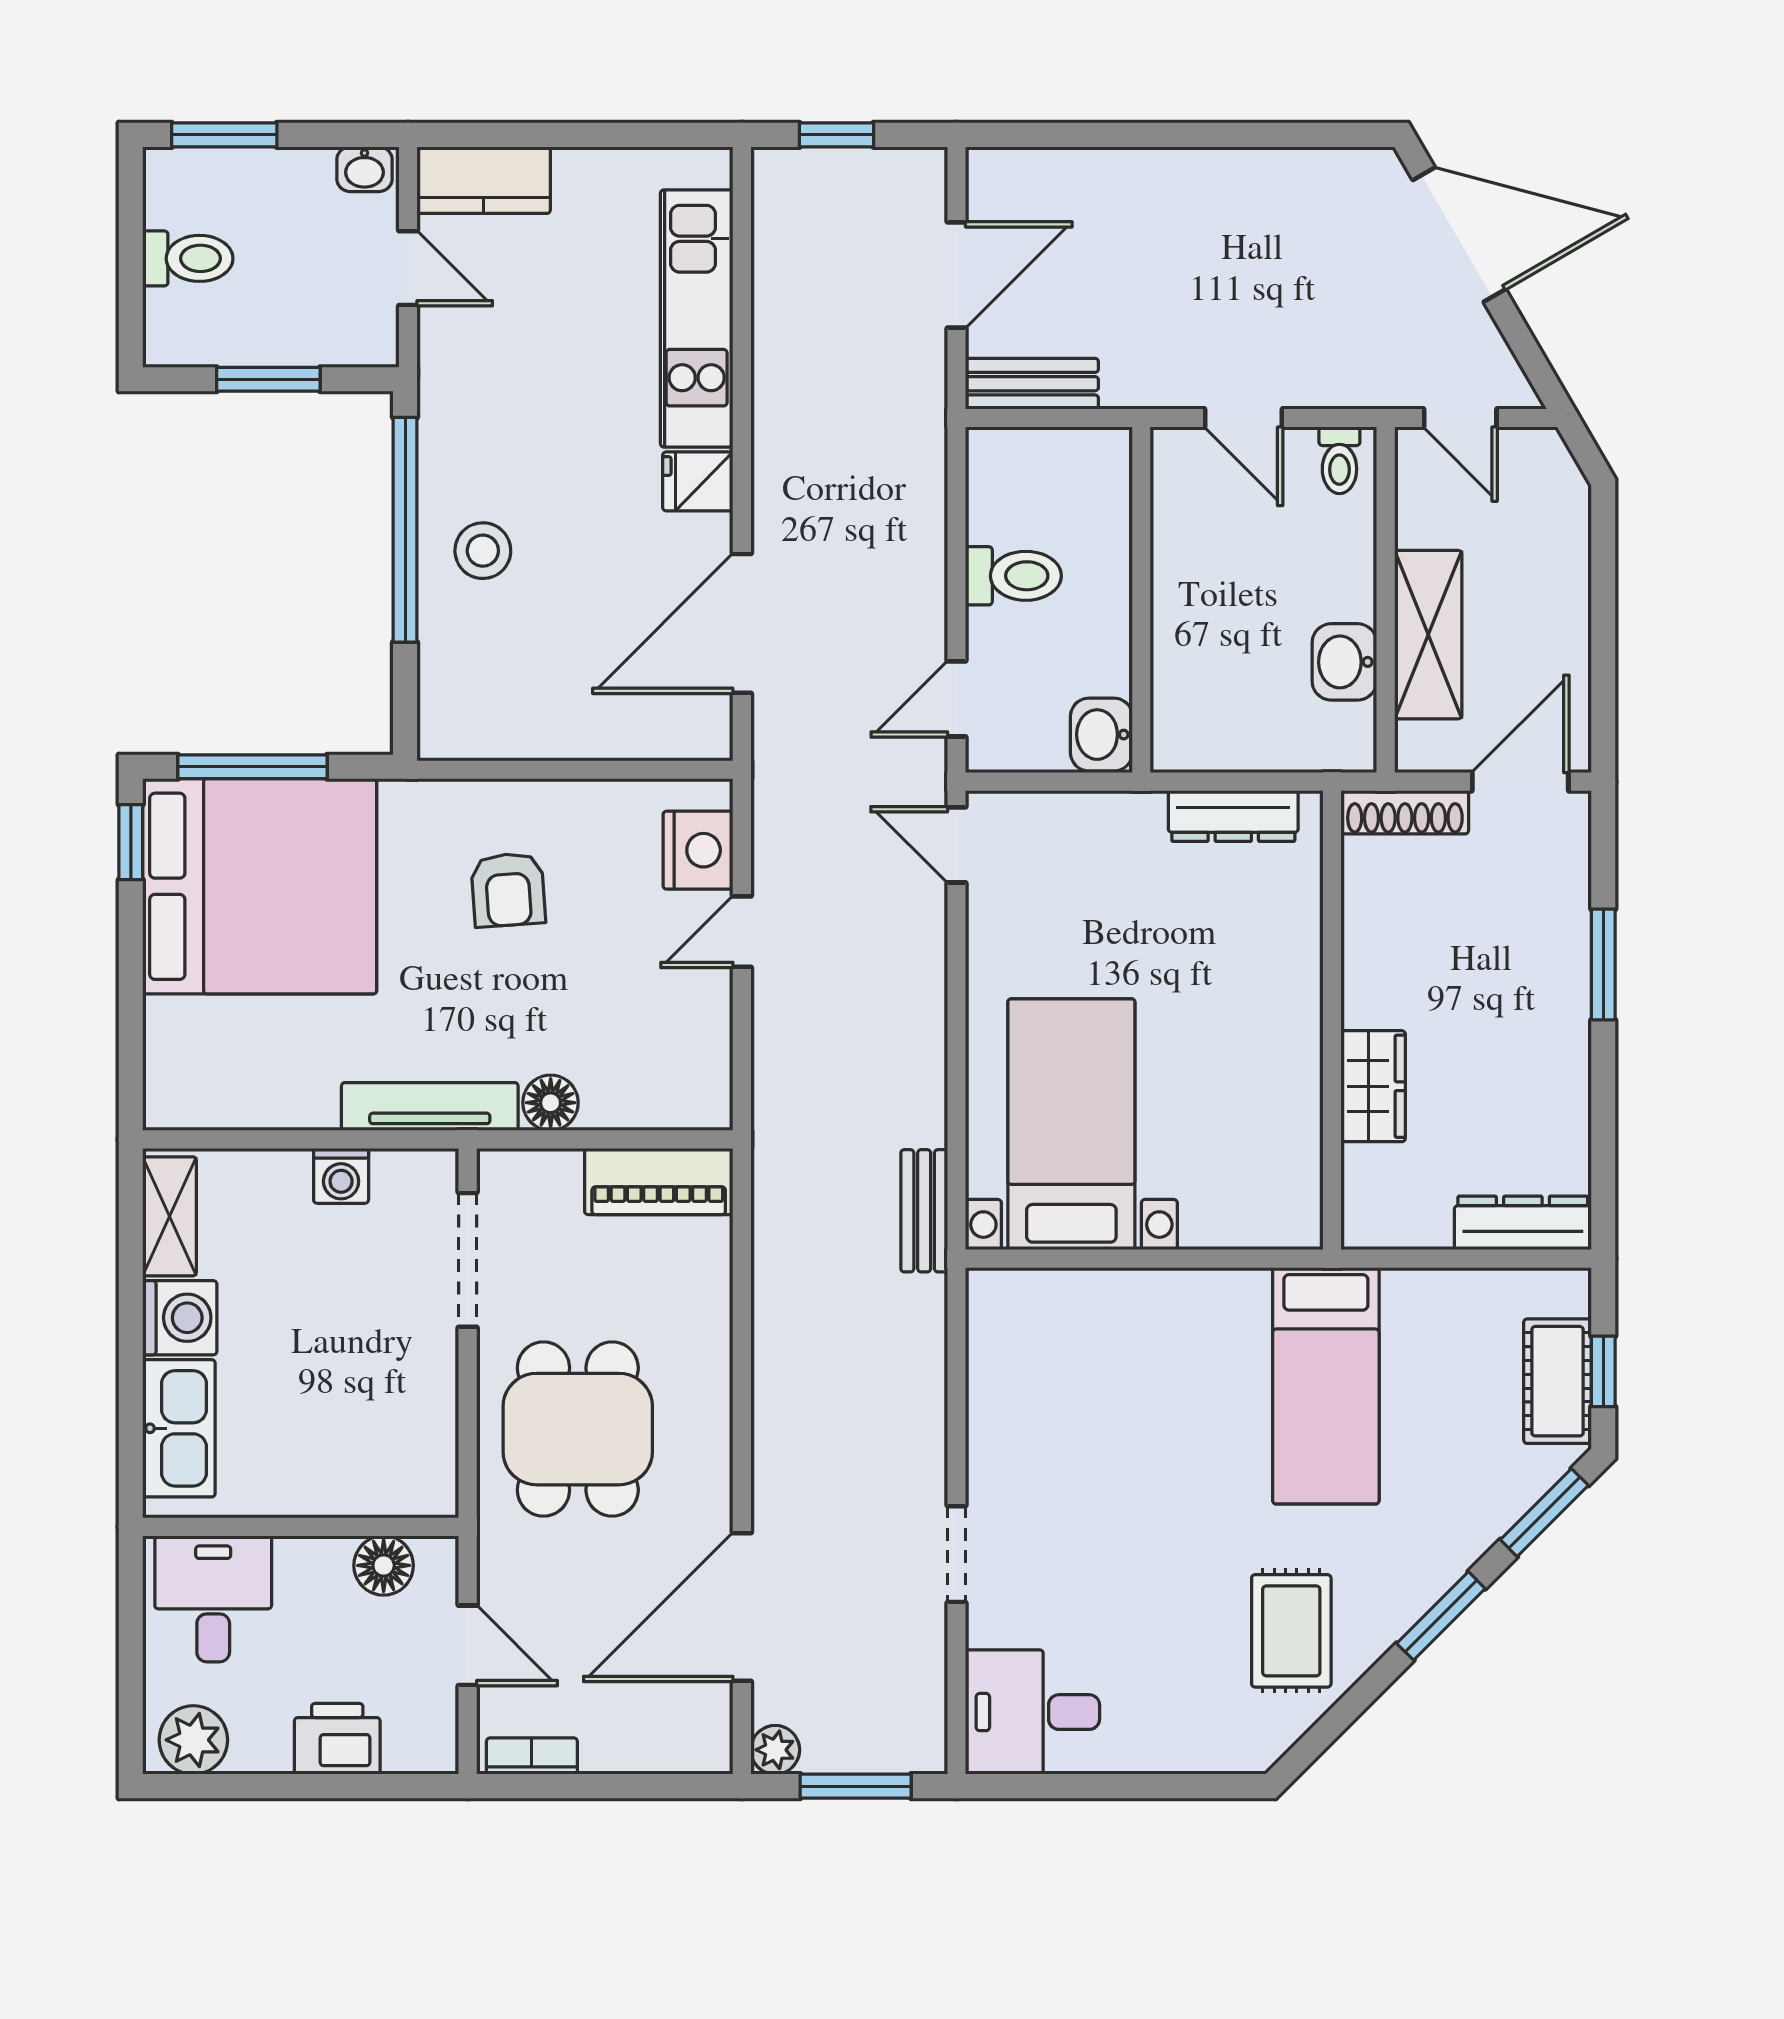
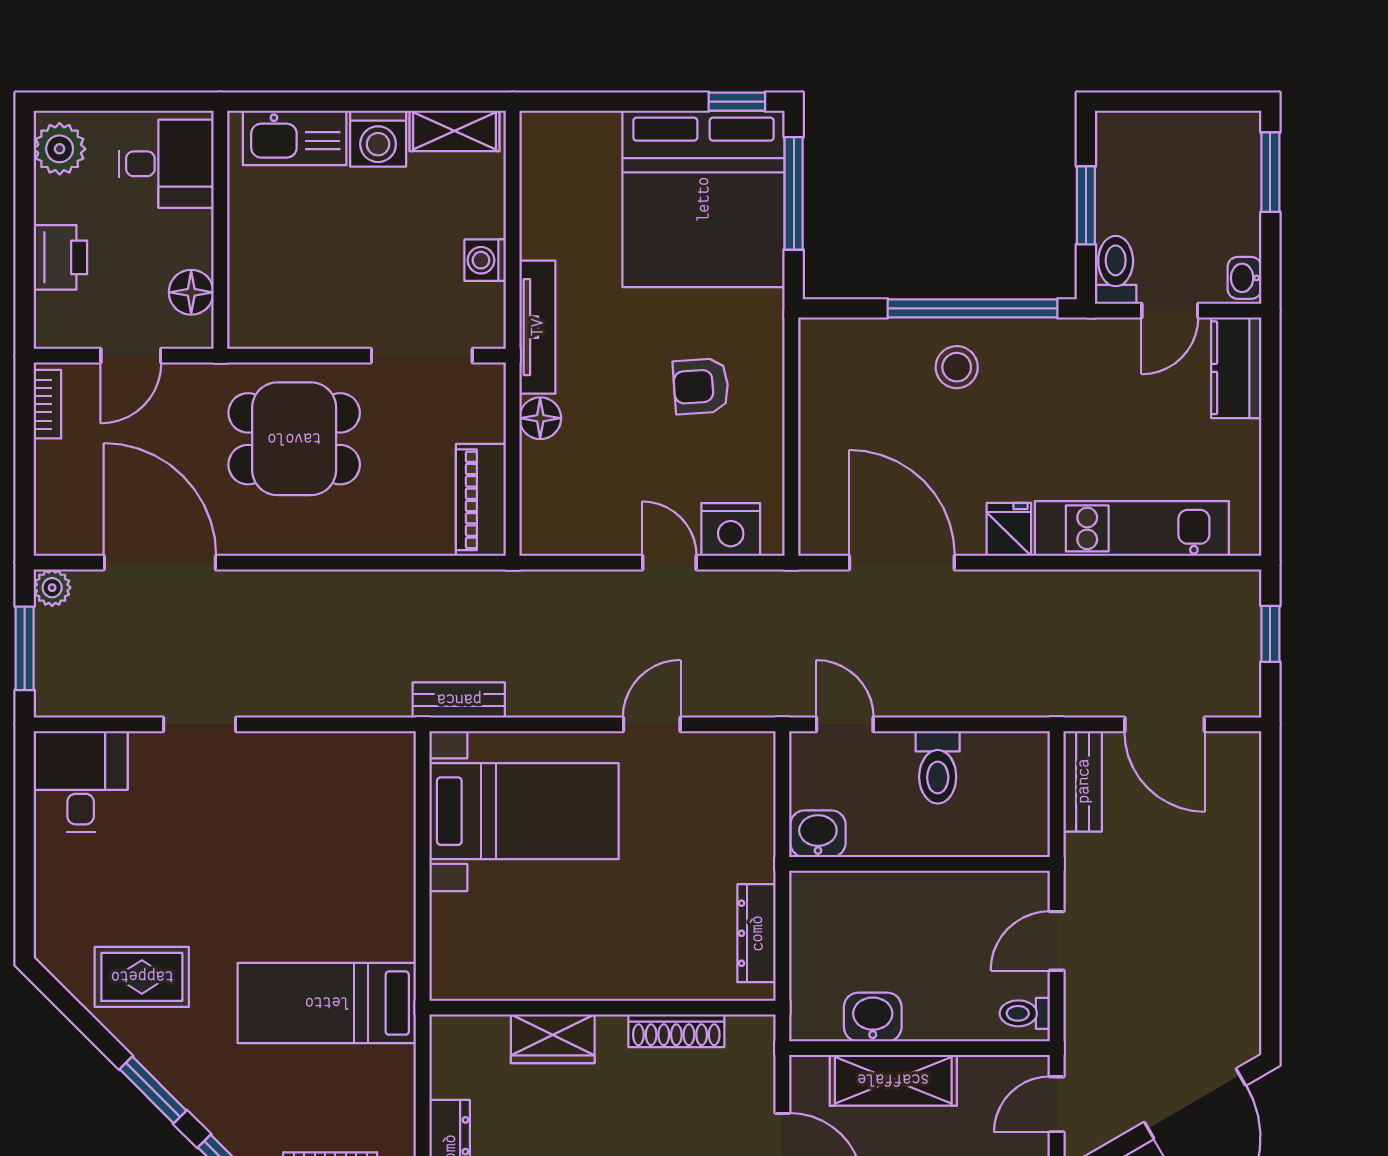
toilet: (188, 258) -> (1116, 270), moved, turned 180
shoe rack: (1405, 812) -> (676, 1031), moved, turned -90
door: (956, 845) -> (652, 724), moved

